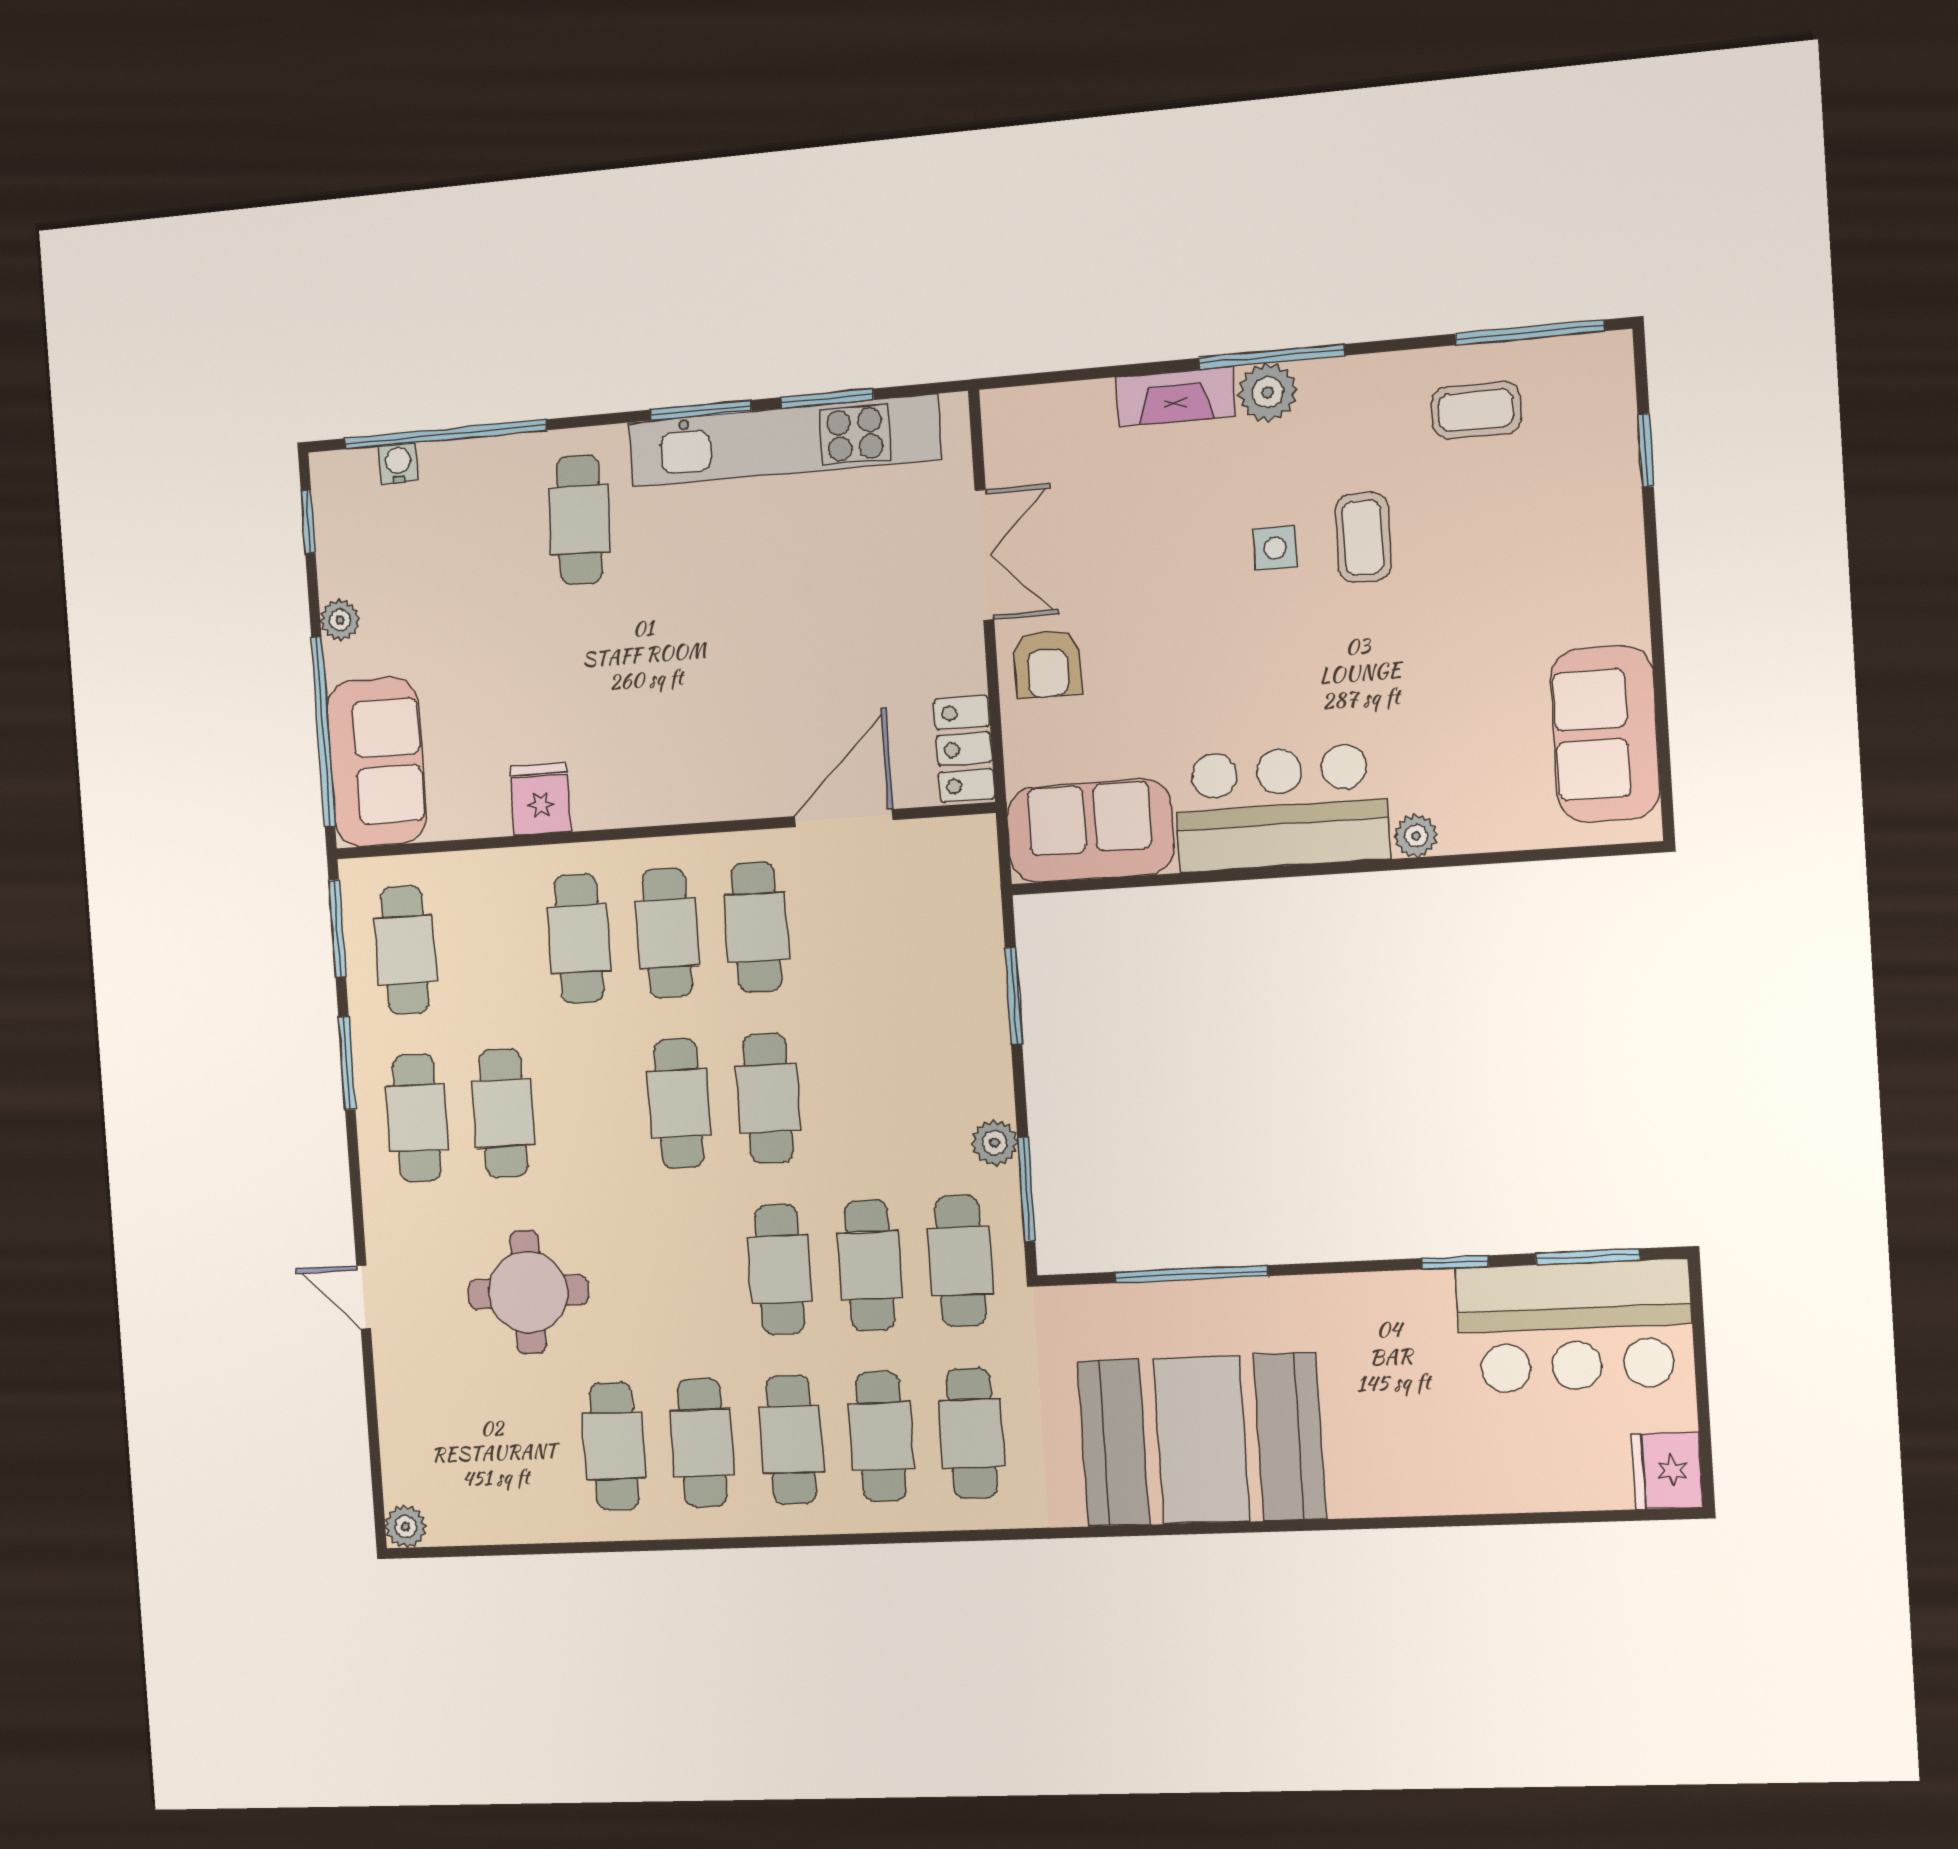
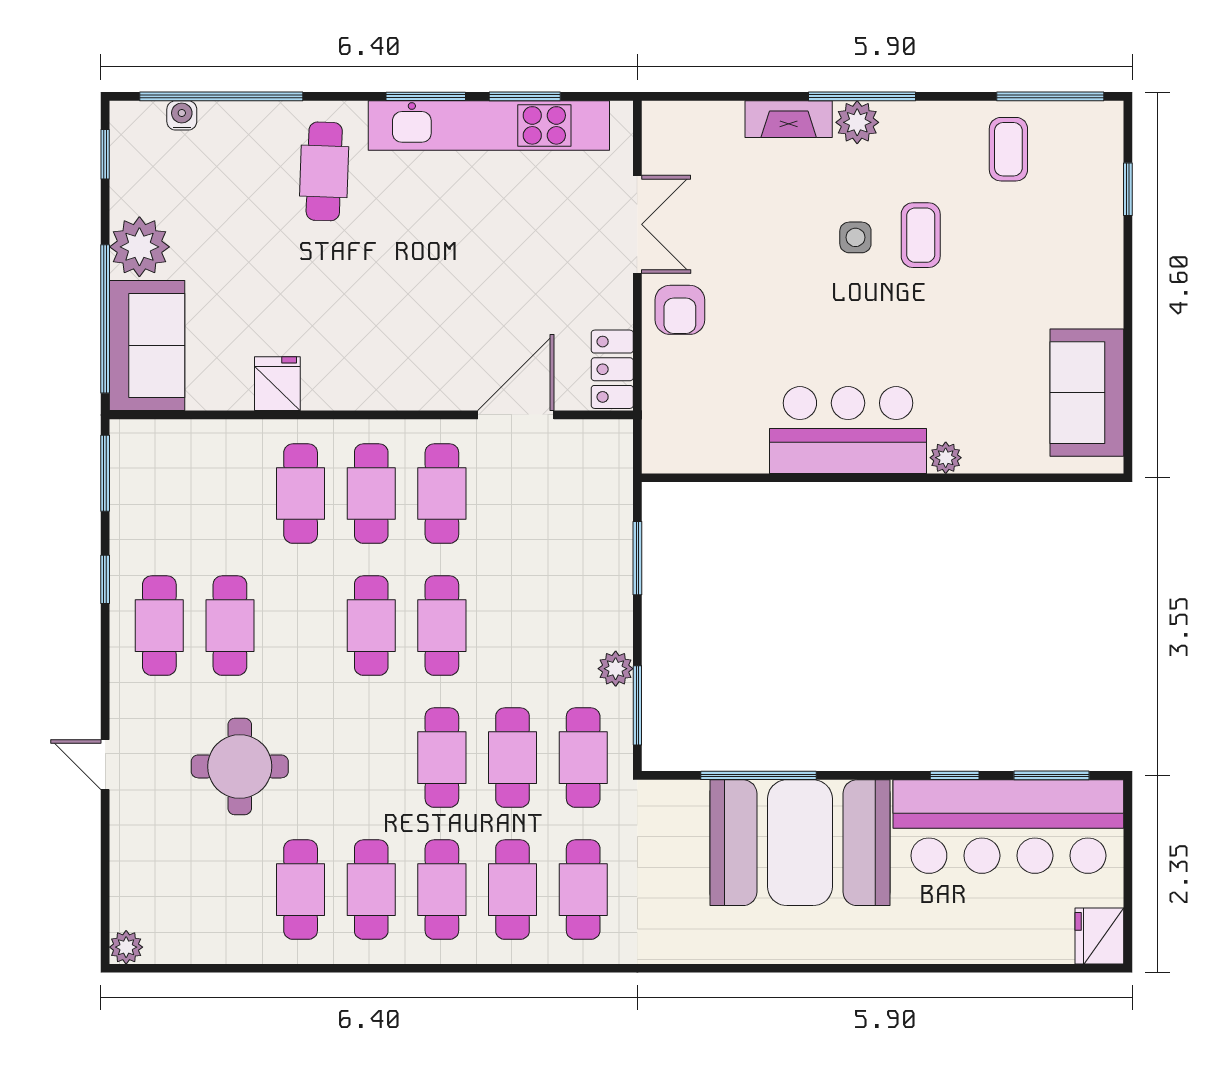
coffee table: (1476, 410) -> (1008, 149), turned 90
plant: (340, 620) -> (139, 247), width x1.88, depth x1.88
sofa: (1090, 831) -> (704, 438), removed
cafe table: (405, 950) -> (159, 494), removed
window: (347, 1063) -> (105, 579), width x0.67
bar counter: (1575, 1326) -> (1008, 827), width x1.36
booth: (1201, 1440) -> (800, 843), moved

